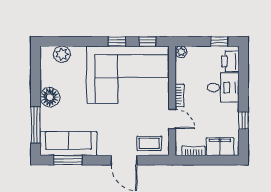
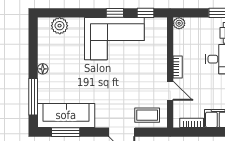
corner sofa: (127, 75) -> (114, 39), width x0.73, depth x0.74
floor lamp: (50, 97) -> (43, 69), width x0.53, depth x0.53

